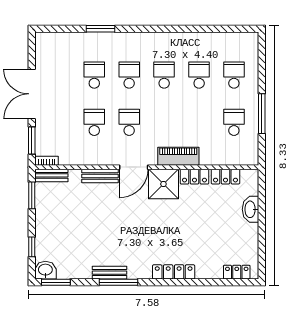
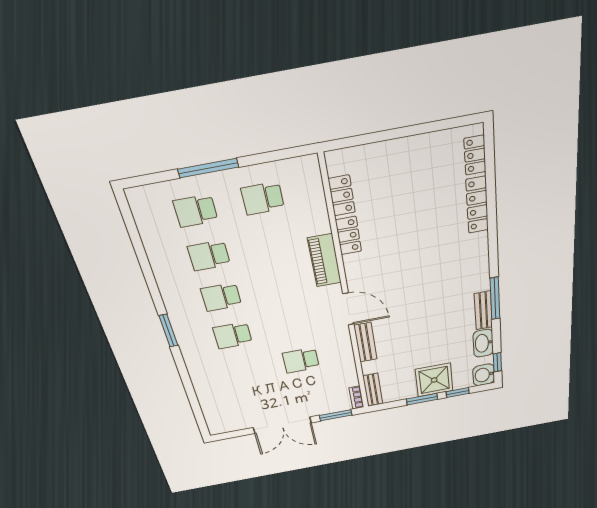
window: (101, 29) -> (168, 331), moved
school desk: (94, 75) -> (243, 371), removed
window: (262, 114) -> (208, 168), moved
school desk: (129, 122) -> (292, 324), removed
shower: (163, 184) -> (434, 380), moved
window: (32, 195) -> (422, 399), moved
washbasin: (251, 209) -> (483, 343), moved, turned 90
locker: (174, 272) -> (477, 205), moved
window: (56, 282) -> (497, 362), width x0.67

